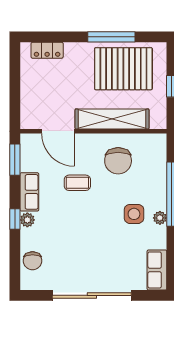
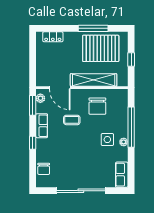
plant: (27, 220) -> (40, 98), moved

